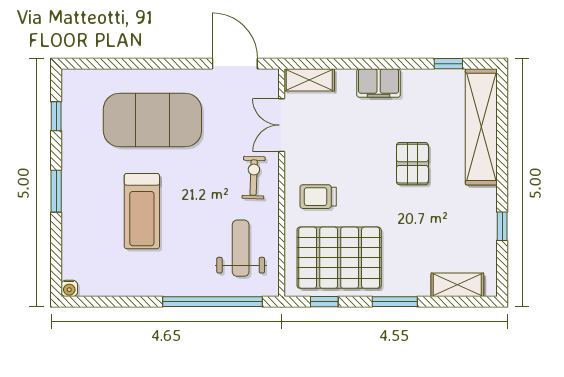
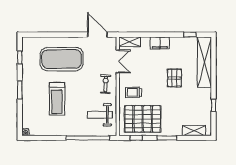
double door: (282, 125) -> (118, 61), swing flipped
weight bench: (241, 248) -> (100, 115), turned -90

